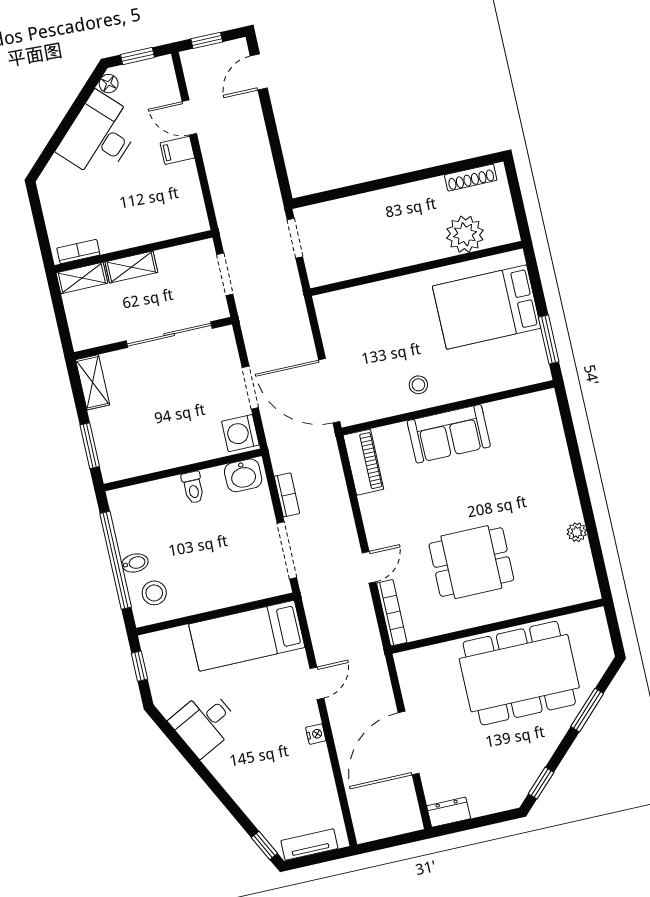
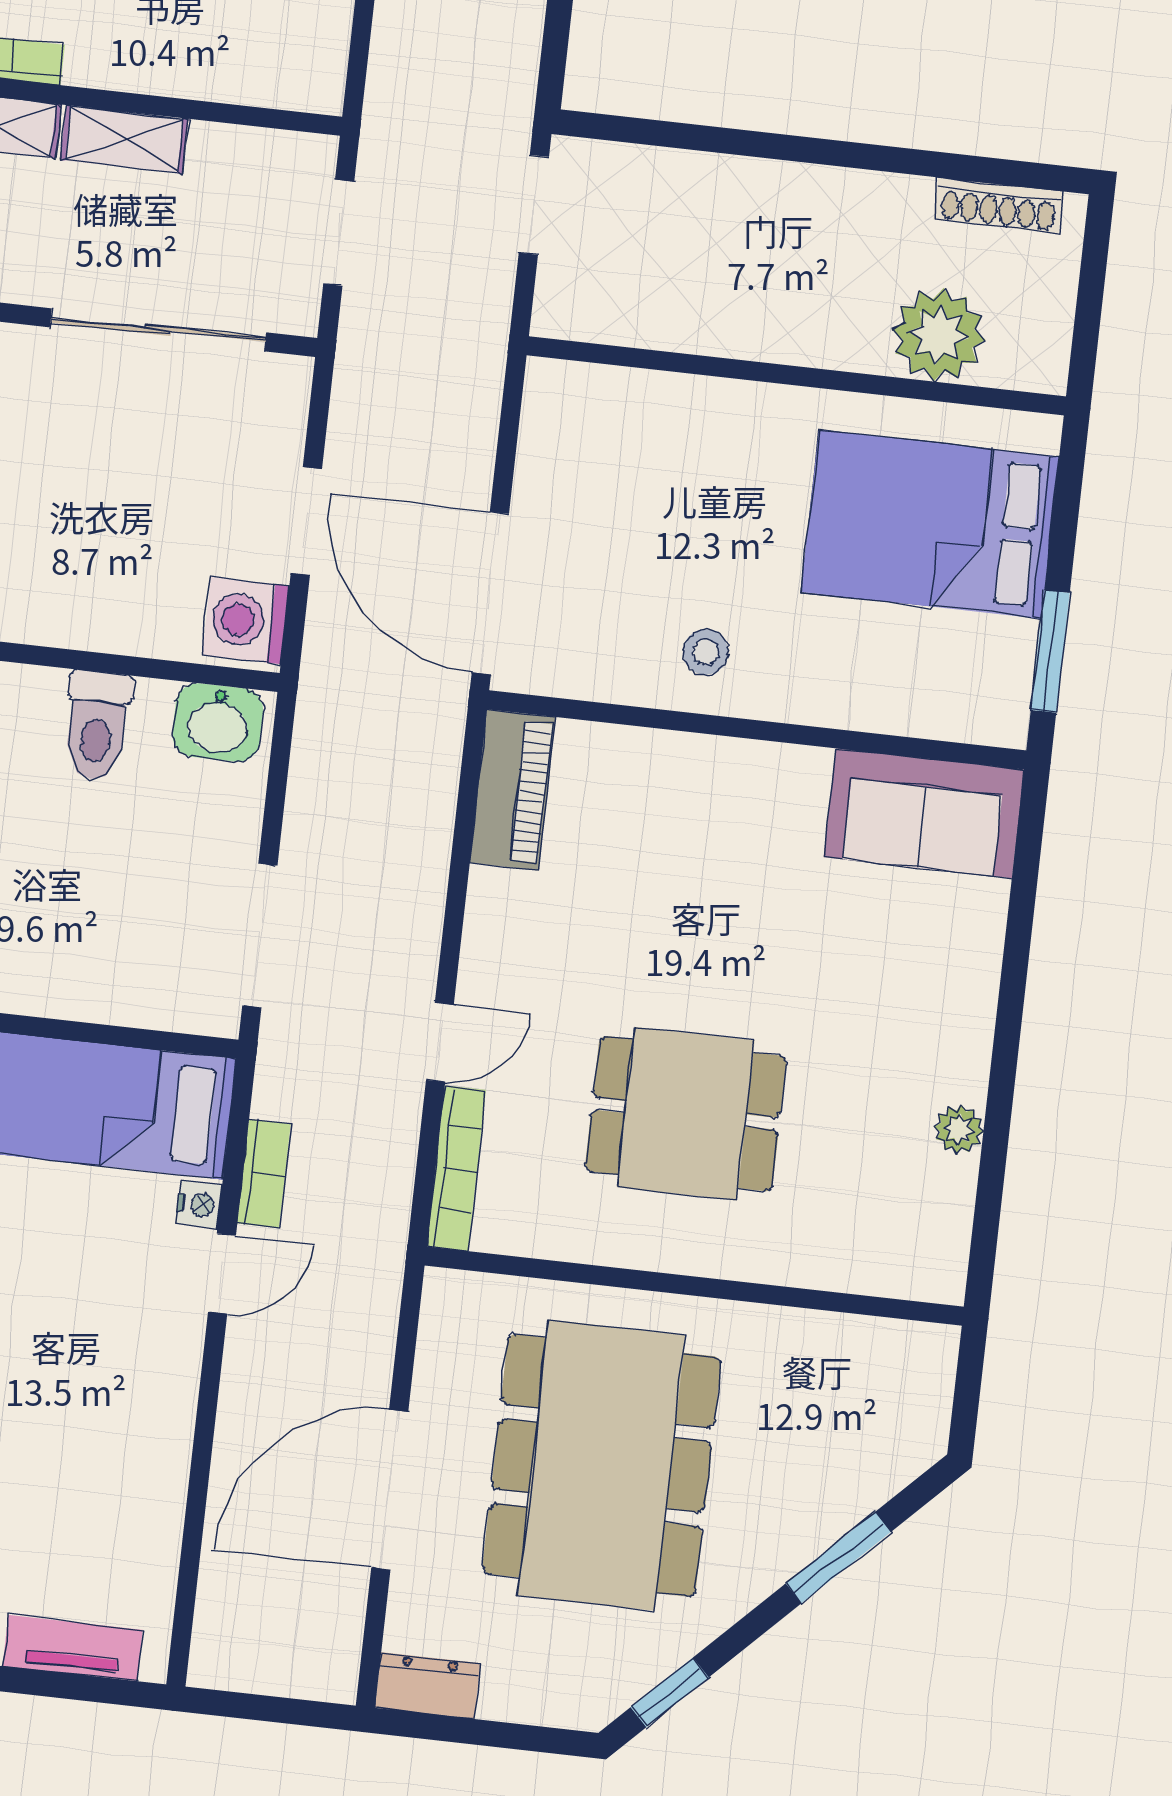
sofa: (449, 434) -> (924, 813), moved
toilet: (193, 487) -> (97, 726), width x1.37, depth x1.39
bookcase: (287, 495) -> (264, 1174), moved
dining table: (519, 673) -> (602, 1465), moved, turned 90
nightstand: (316, 734) -> (199, 1204), moved

